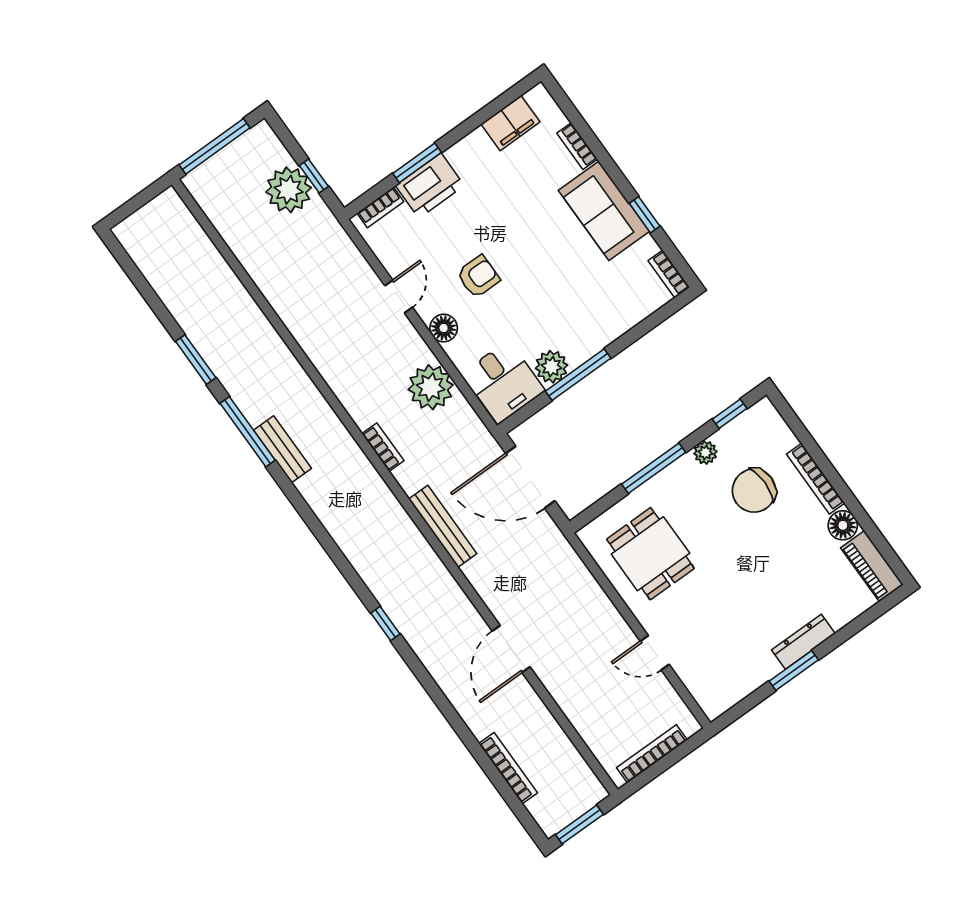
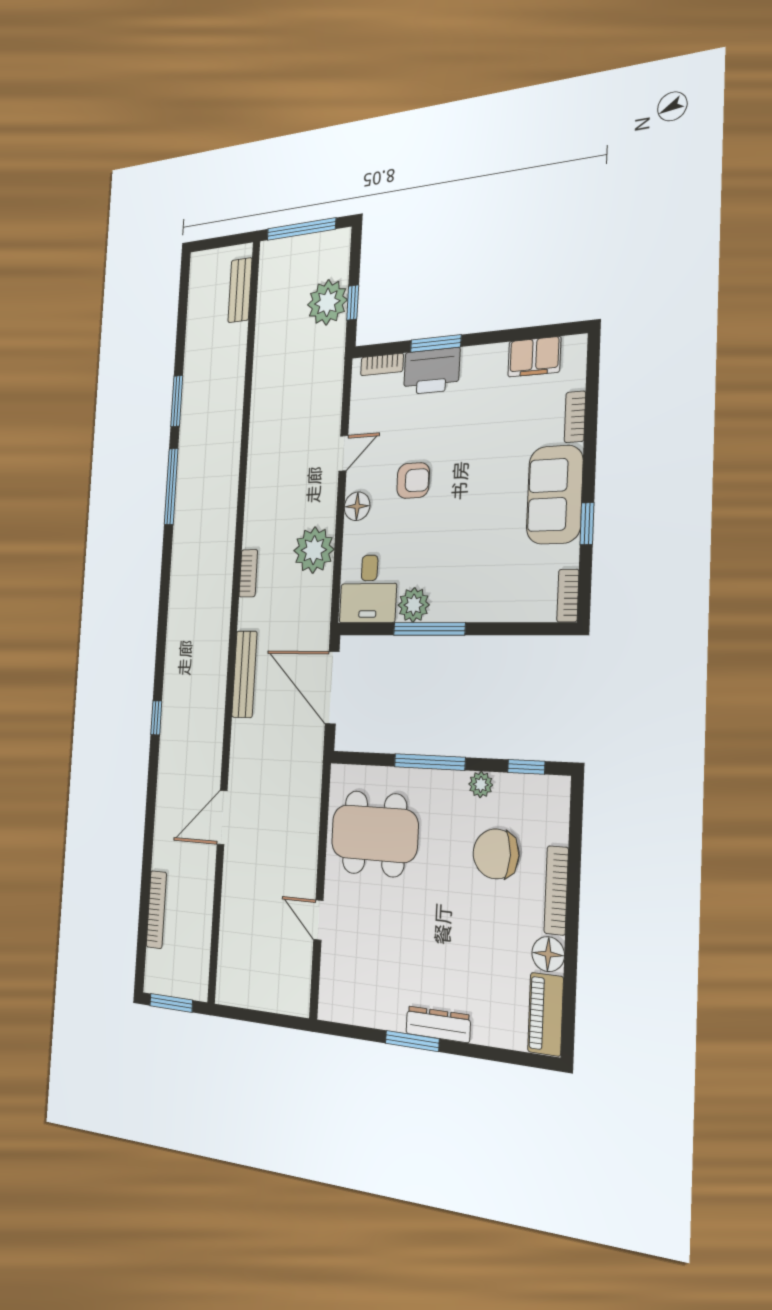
bench: (283, 449) -> (240, 290), moved
dining table: (650, 554) -> (375, 834), width x1.38
bookcase: (652, 754) -> (258, 1000), removed

